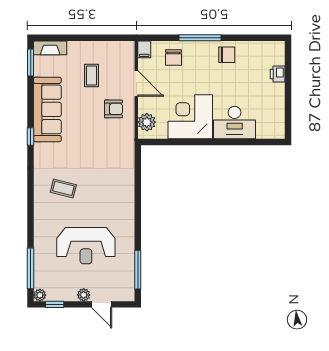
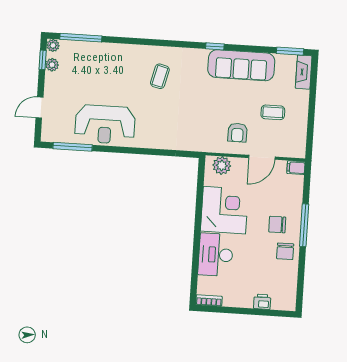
chair: (173, 58) -> (277, 225), moved
bookcase: (280, 126) -> (209, 301), added
reception desk: (86, 246) -> (105, 124), moved, turned -90
plant: (84, 295) -> (52, 65), moved

